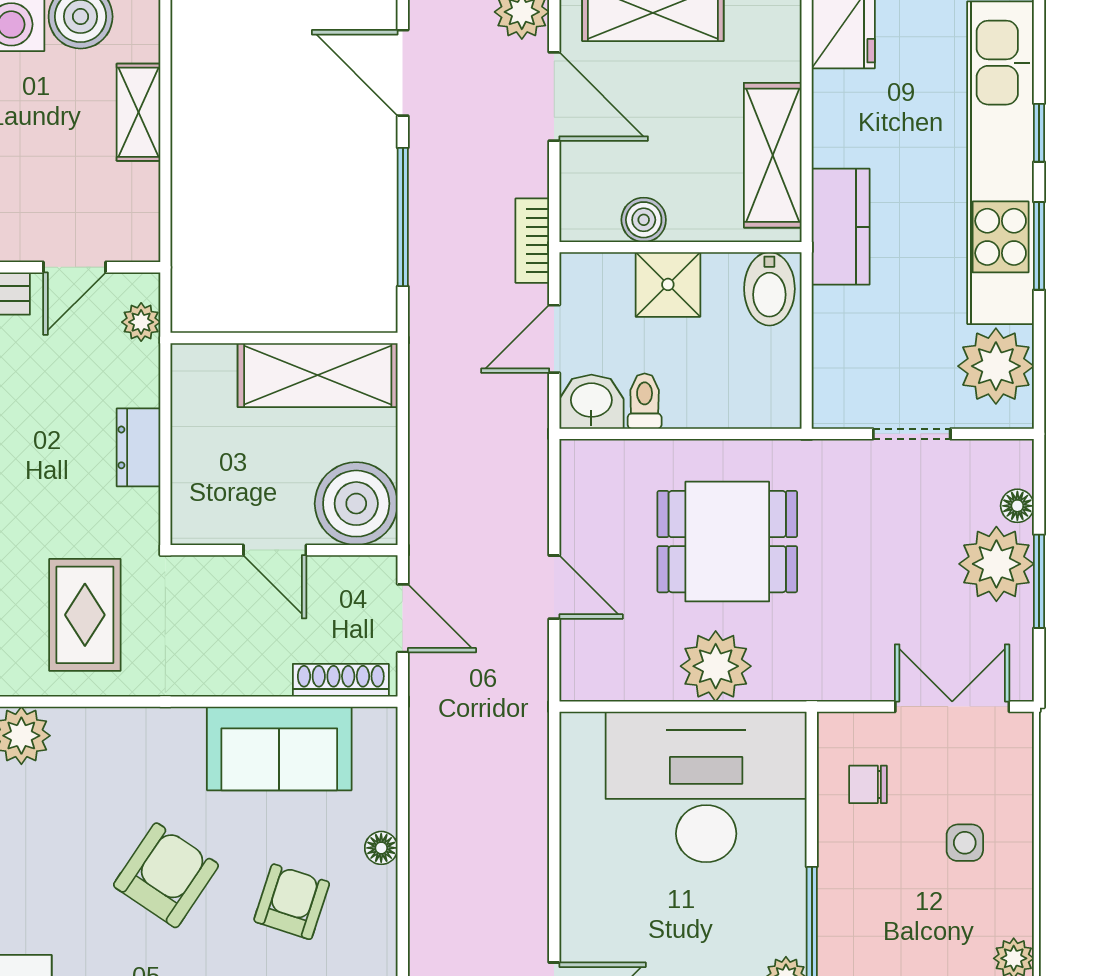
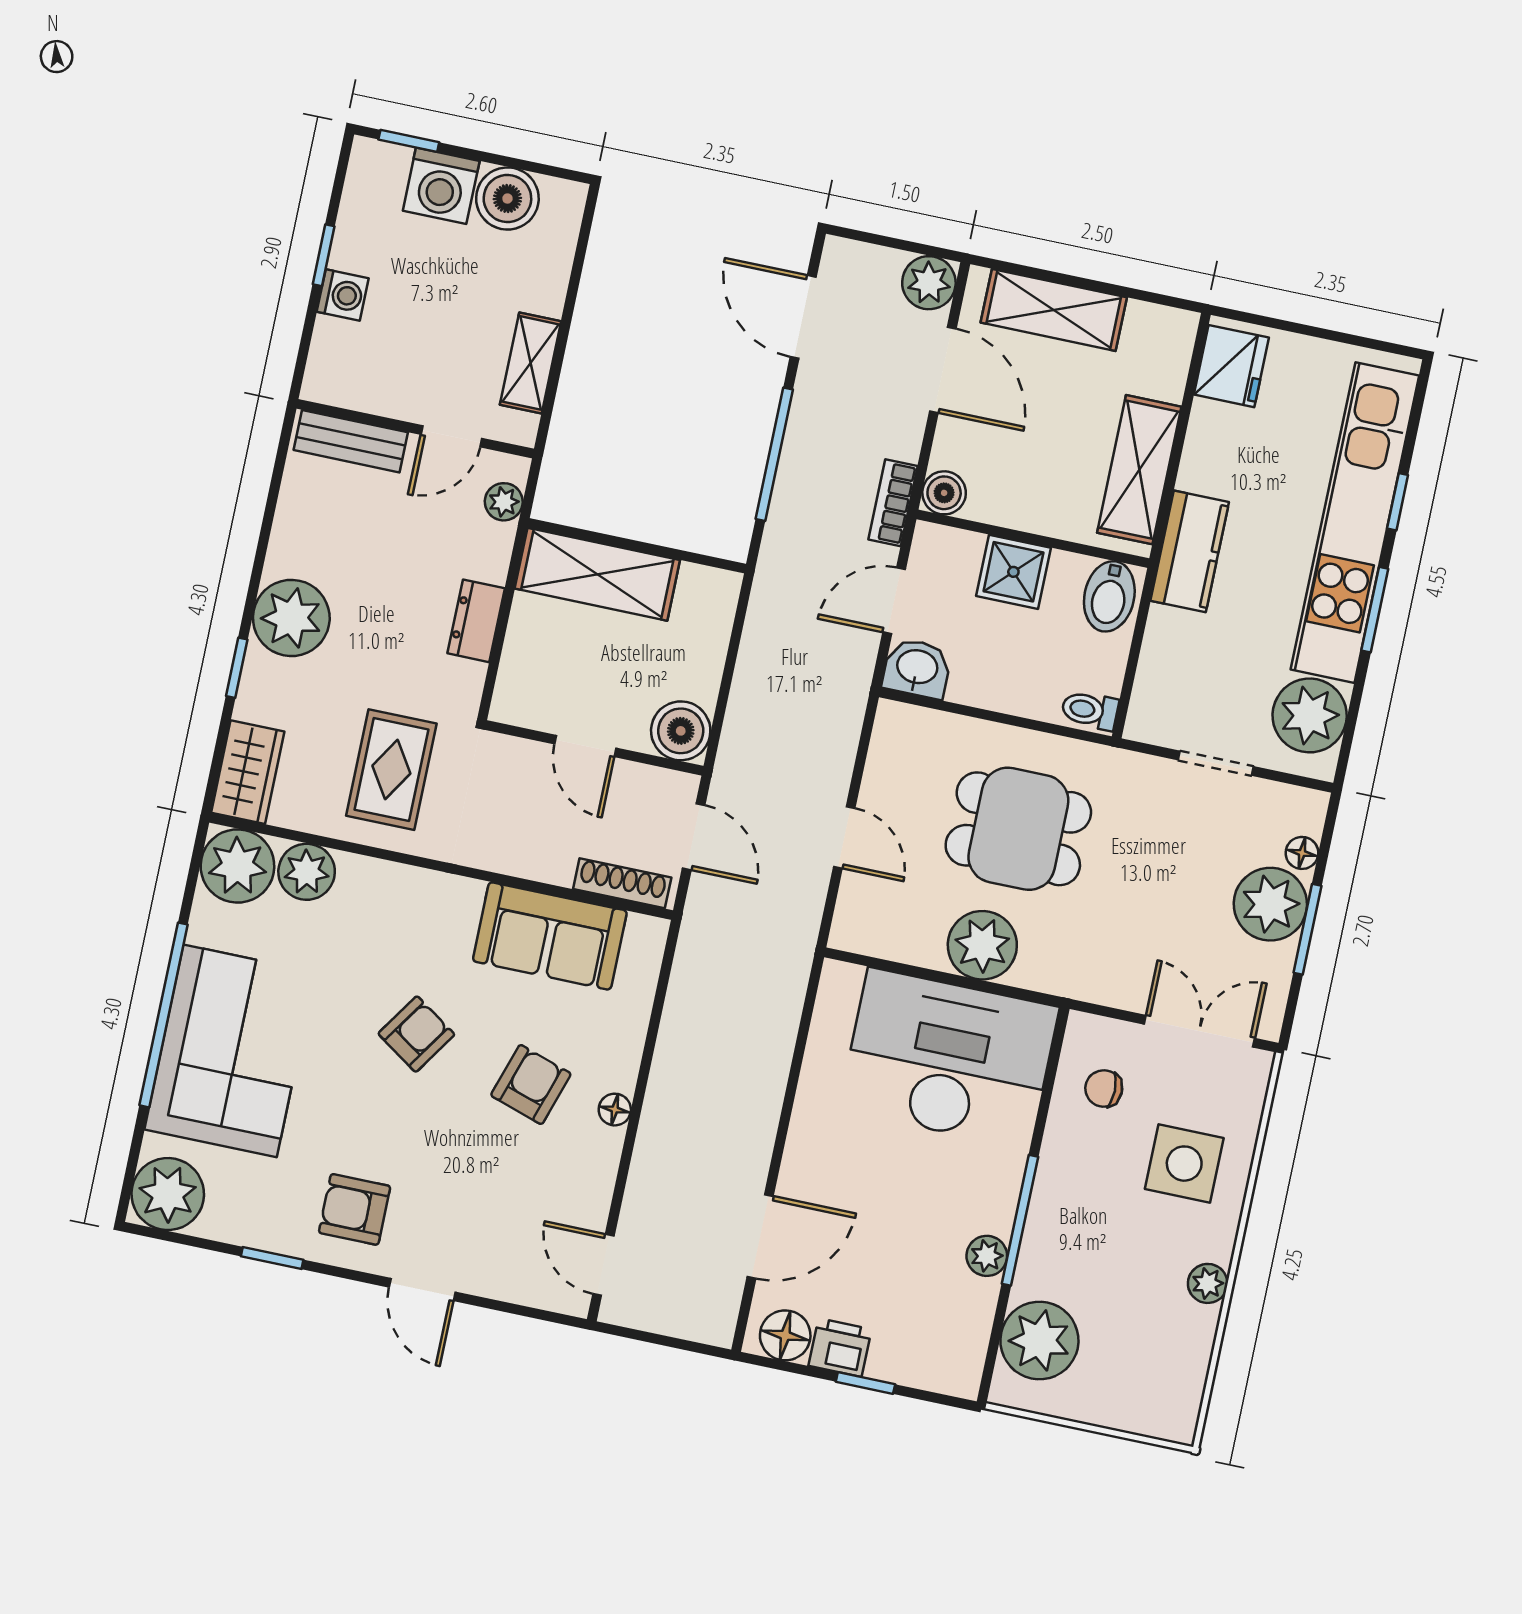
shelving: (139, 112) -> (530, 363), moved
boiler: (644, 220) -> (944, 493), moved
shelving: (318, 375) -> (597, 574), moved
toilet: (645, 401) -> (1090, 710), moved, turned -90
boiler: (356, 504) -> (681, 731), width x0.73, depth x0.73
side table: (965, 843) -> (1184, 1164), width x1.87, depth x1.87
floor lamp: (381, 848) -> (615, 1110), moved
armchair: (166, 875) -> (416, 1034), width x0.72, depth x0.72

